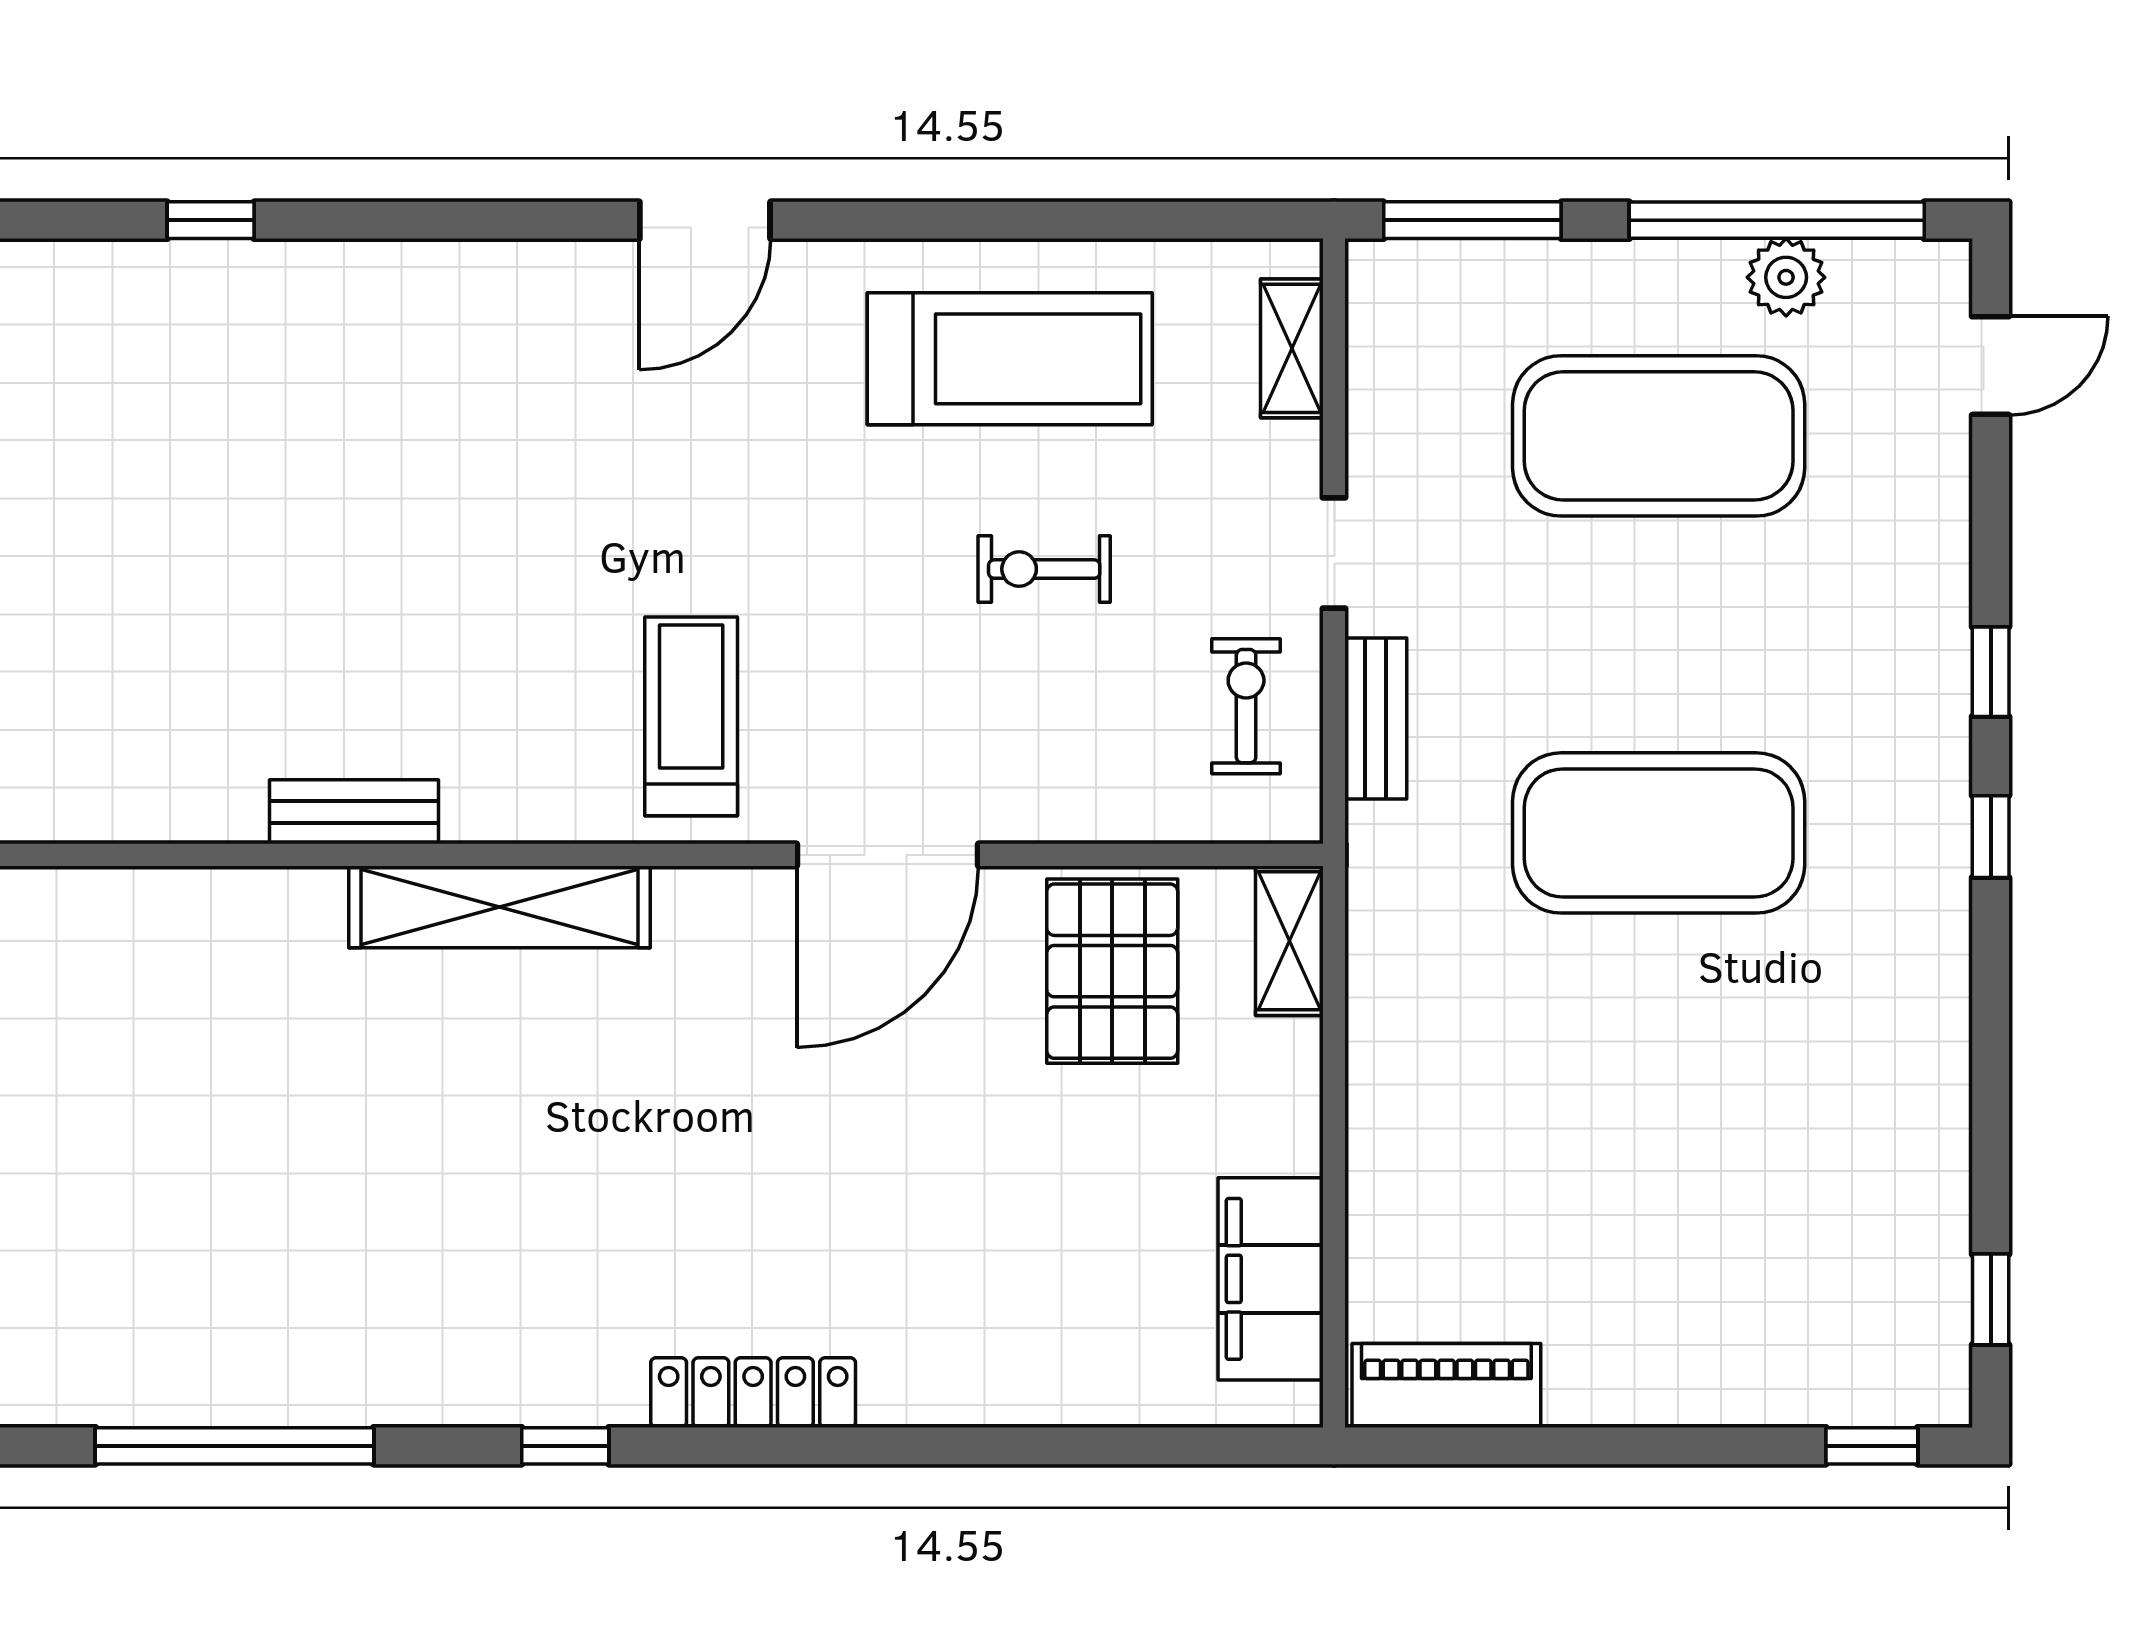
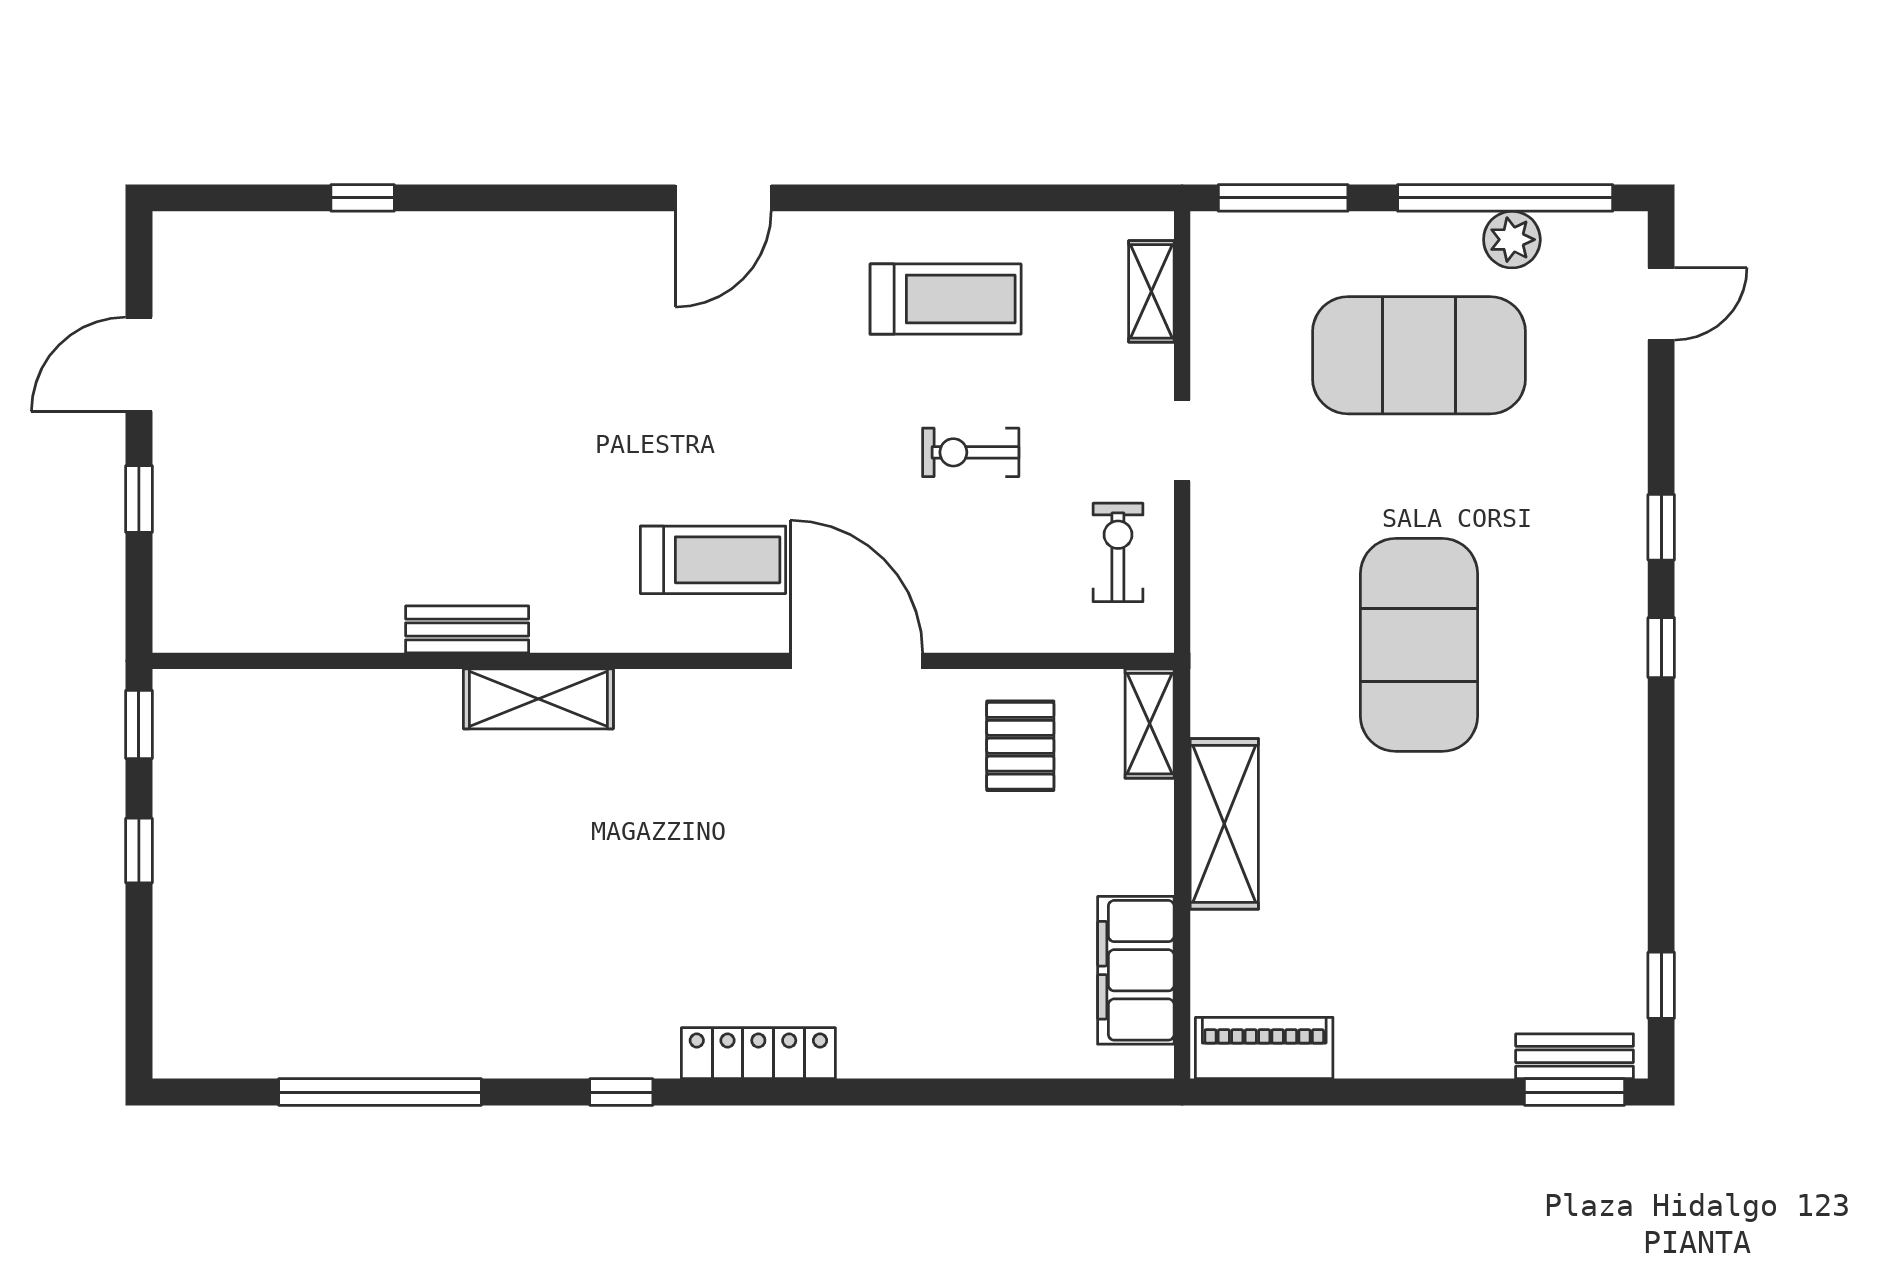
treadmill: (1010, 359) -> (946, 299), width x0.73, depth x0.73
treadmill: (691, 716) -> (713, 560), turned 90
bench: (1376, 718) -> (1575, 1056), moved, turned 90
exercise mat: (1659, 833) -> (1419, 645), turned 90
door: (888, 855) -> (856, 661), swing flipped
shelving: (500, 907) -> (538, 699), width x0.68
pallet: (1112, 971) -> (1020, 746), width x0.67, depth x0.71
shelving: (1392, 1078) -> (1224, 824), added
window: (1872, 1446) -> (1575, 1092), width x1.50

